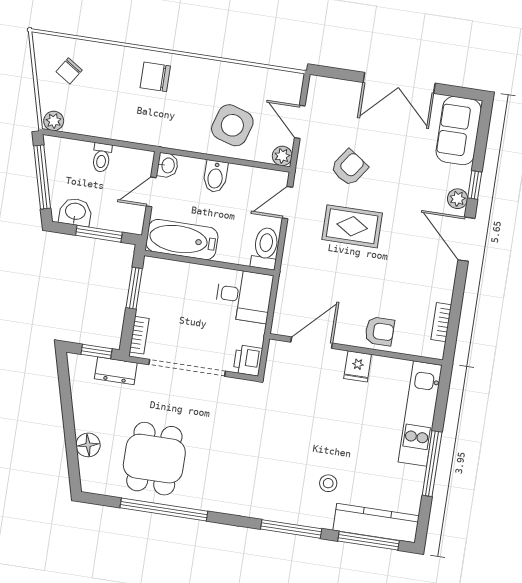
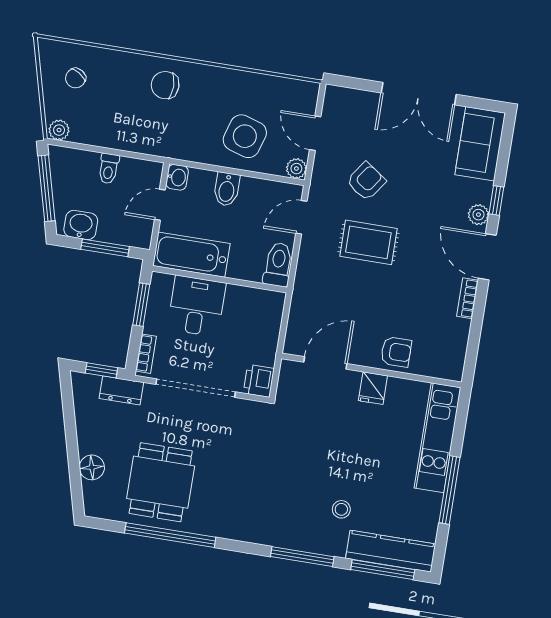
desk: (244, 296) -> (197, 306), moved, turned -90
bookcase: (441, 322) -> (467, 298), moved

